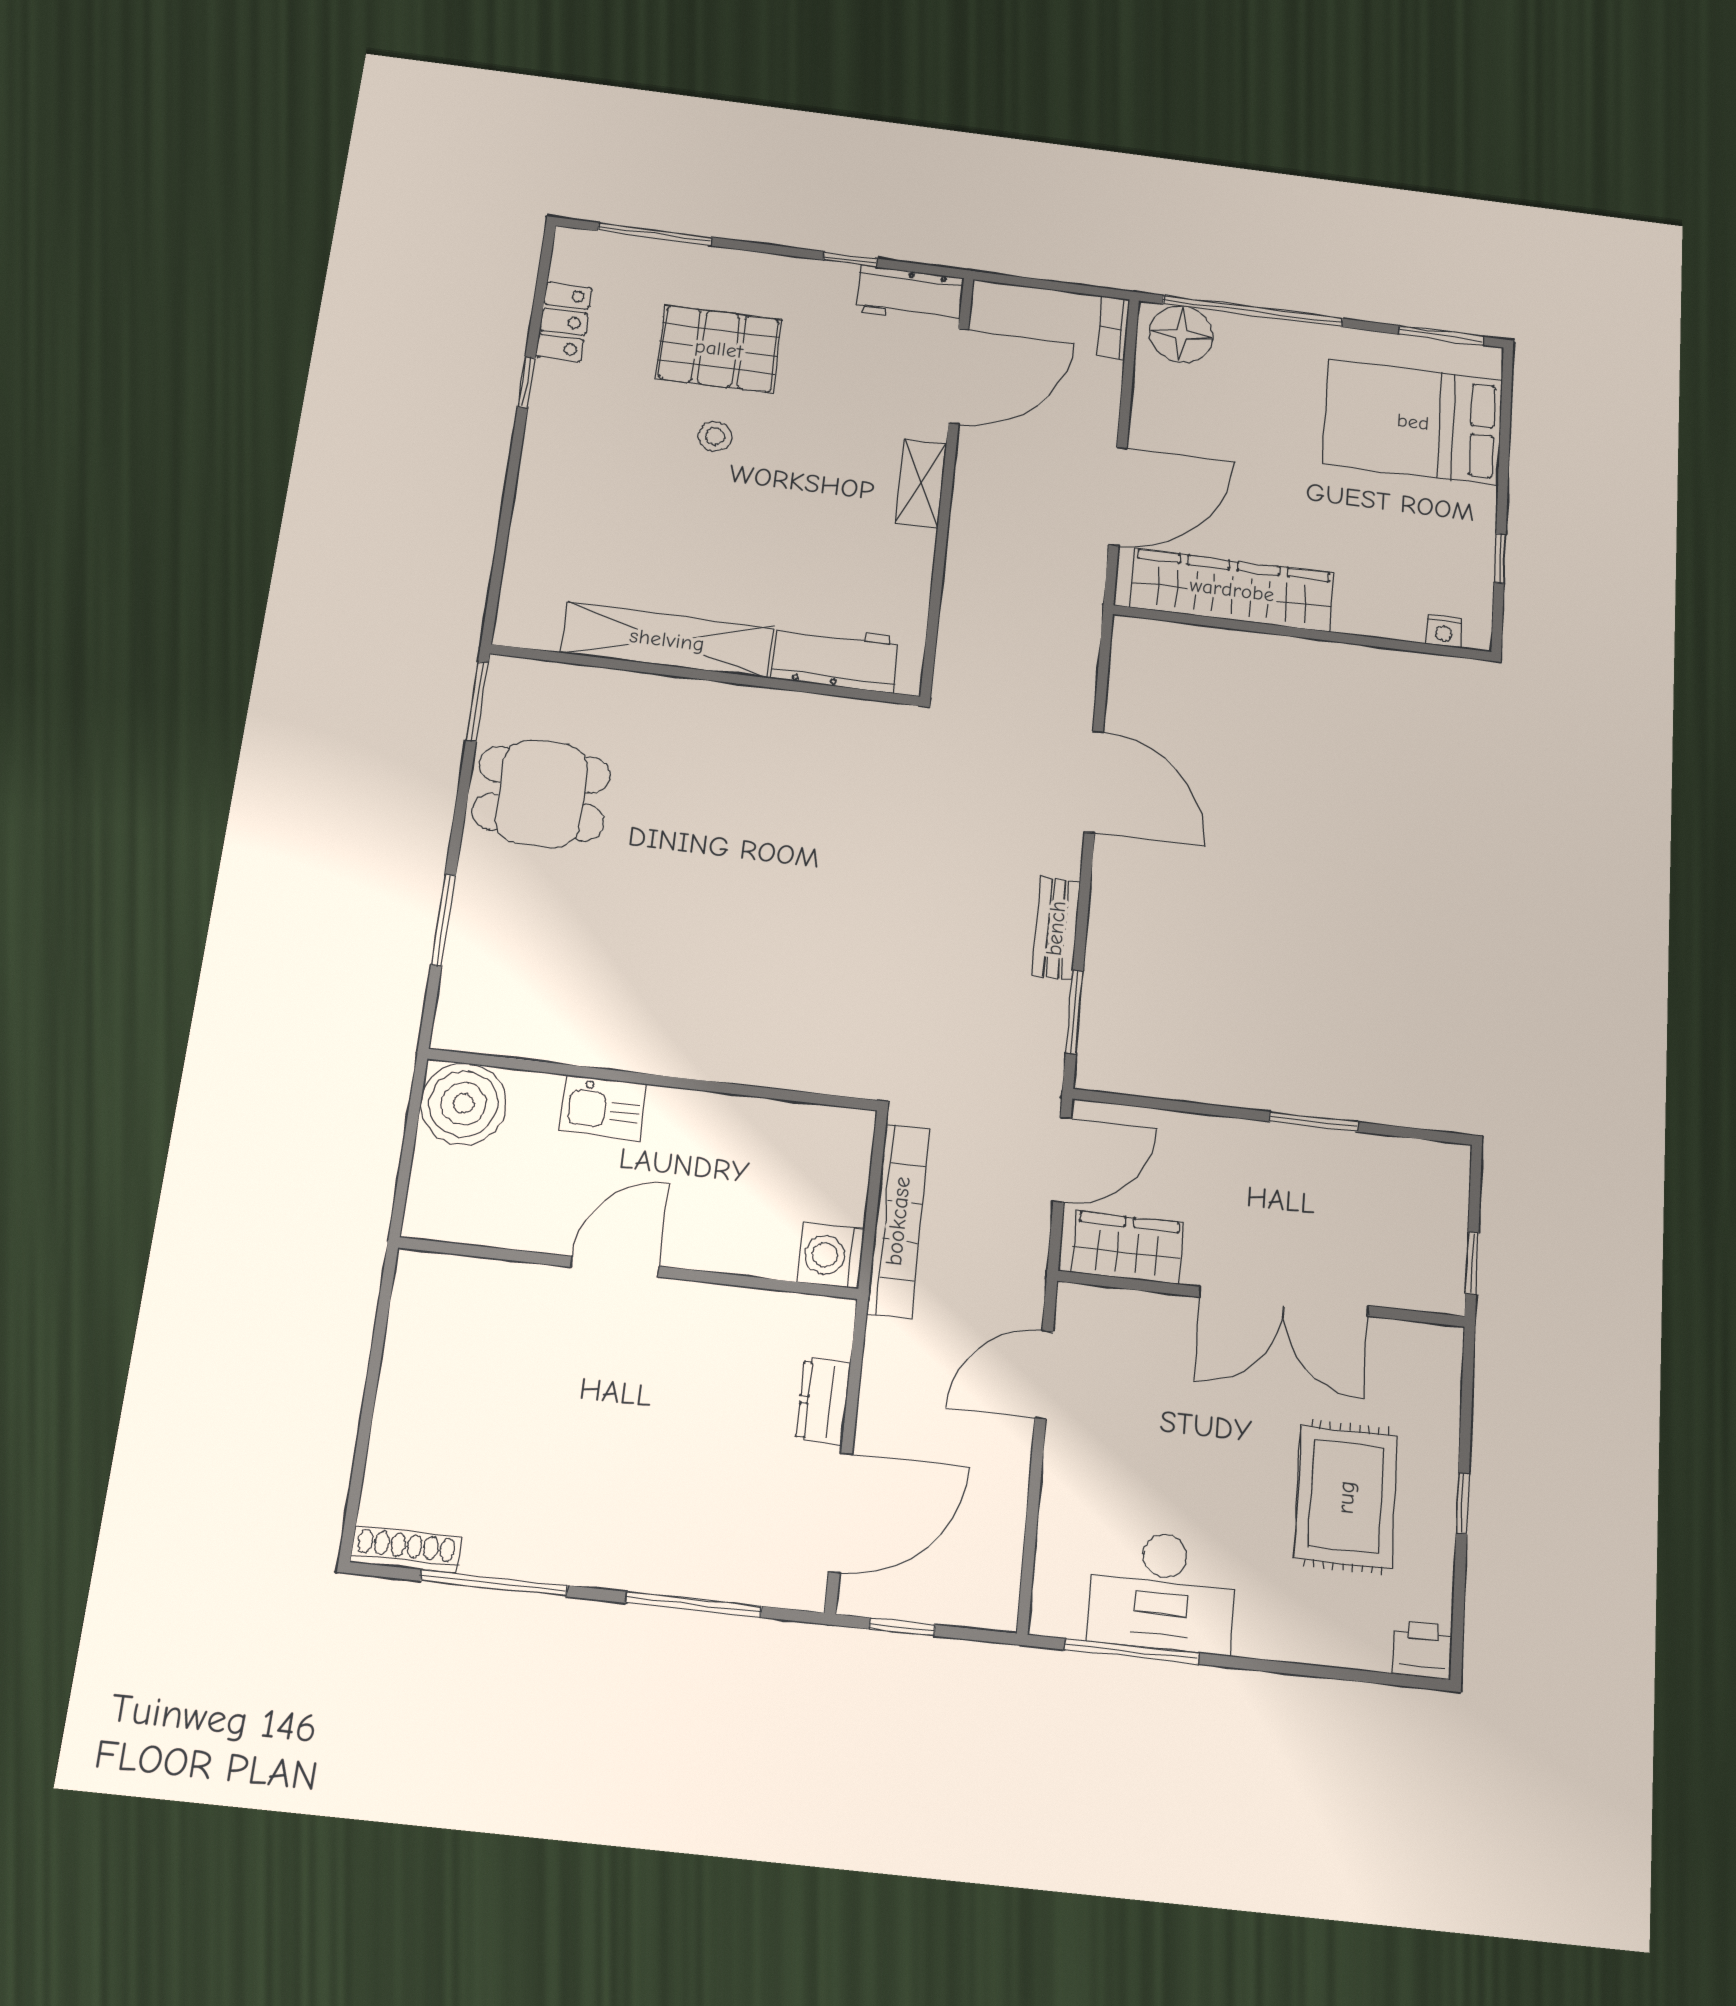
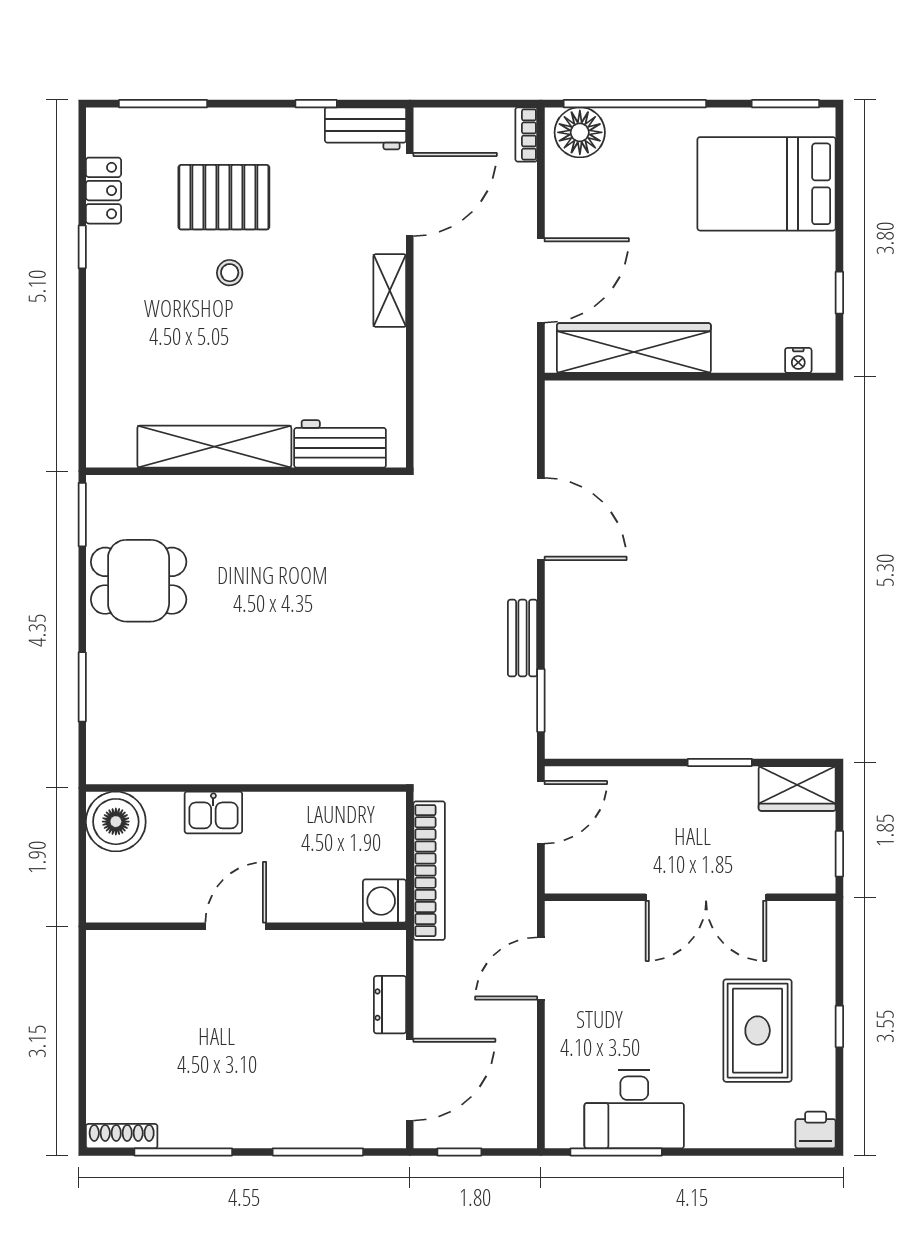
wardrobe: (1128, 1248) -> (797, 788), moved, turned 180

